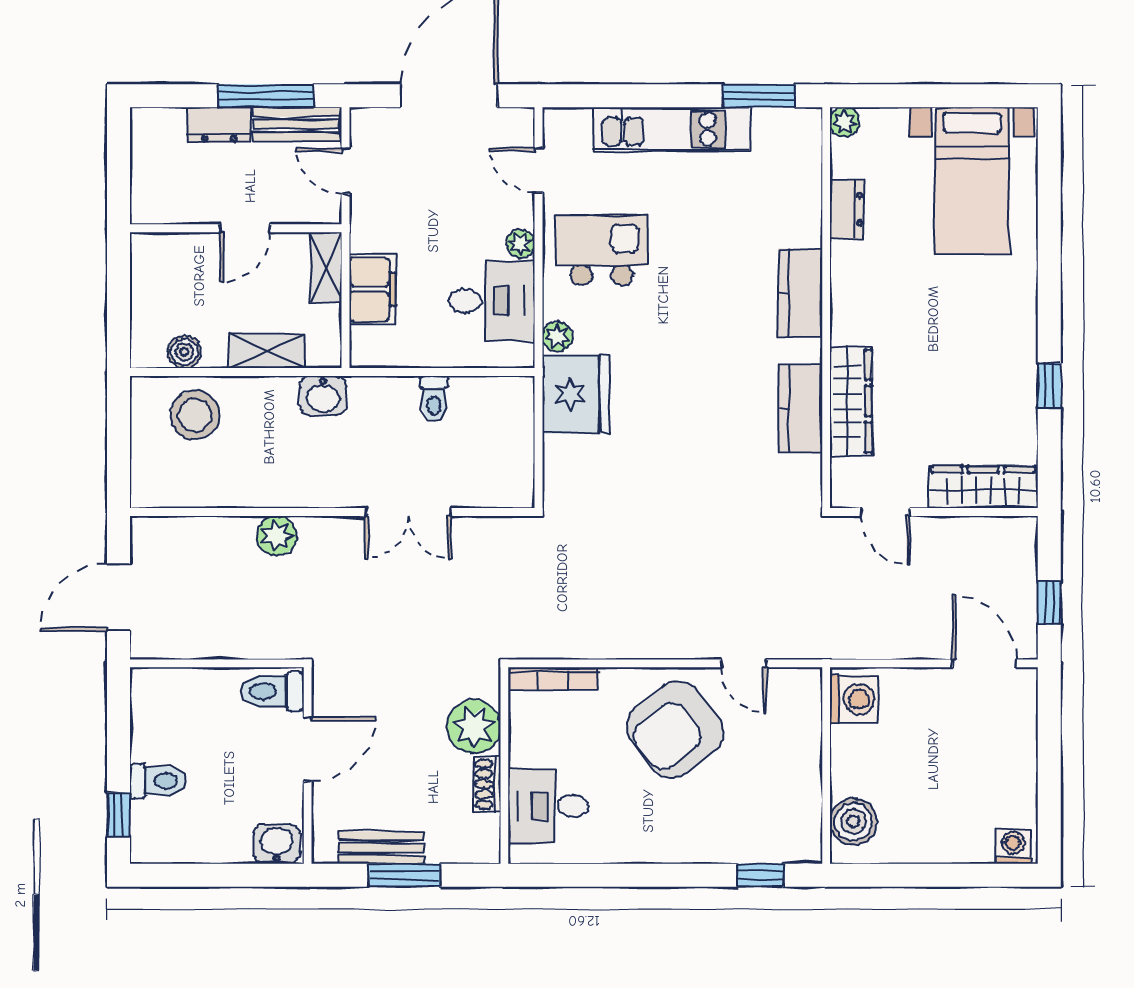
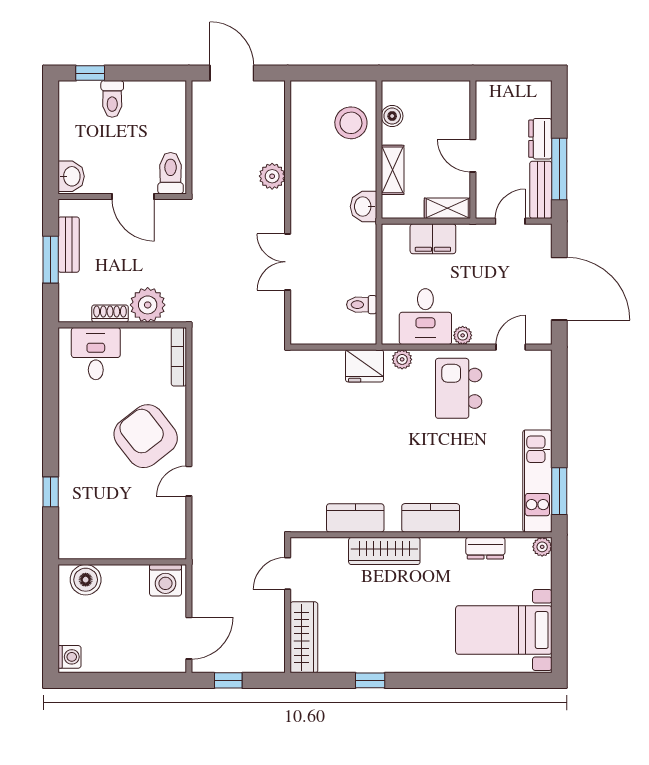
kitchen unit: (672, 129) -> (537, 481), moved
kitchen island: (602, 250) -> (459, 388), turned 180
fridge: (576, 394) -> (365, 366), width x0.73, depth x0.75
toilet: (434, 399) -> (362, 305), moved
wardrobe: (851, 401) -> (384, 551), moved
washing machine: (854, 699) -> (165, 580), moved
wall: (826, 766) -> (122, 562), moved
boiler: (853, 822) -> (86, 580), moved

